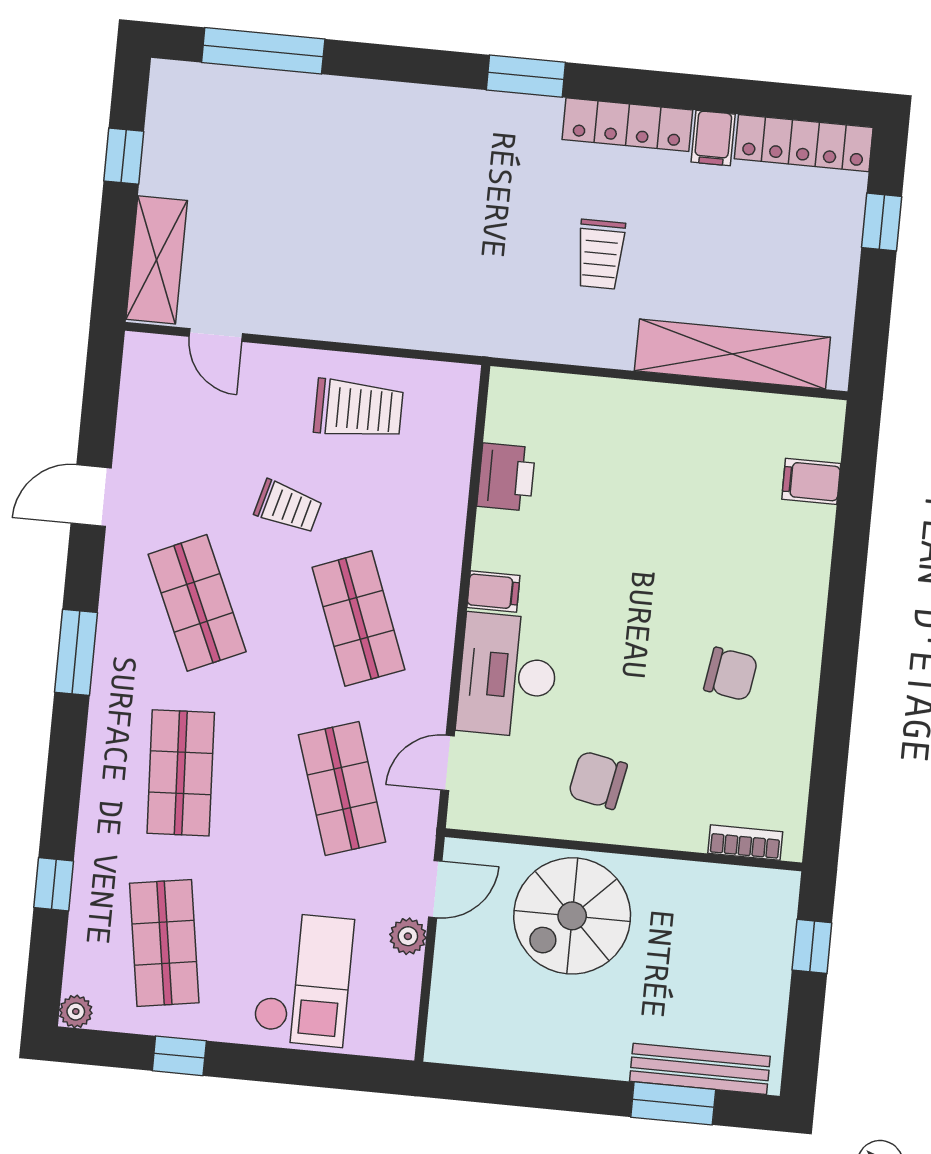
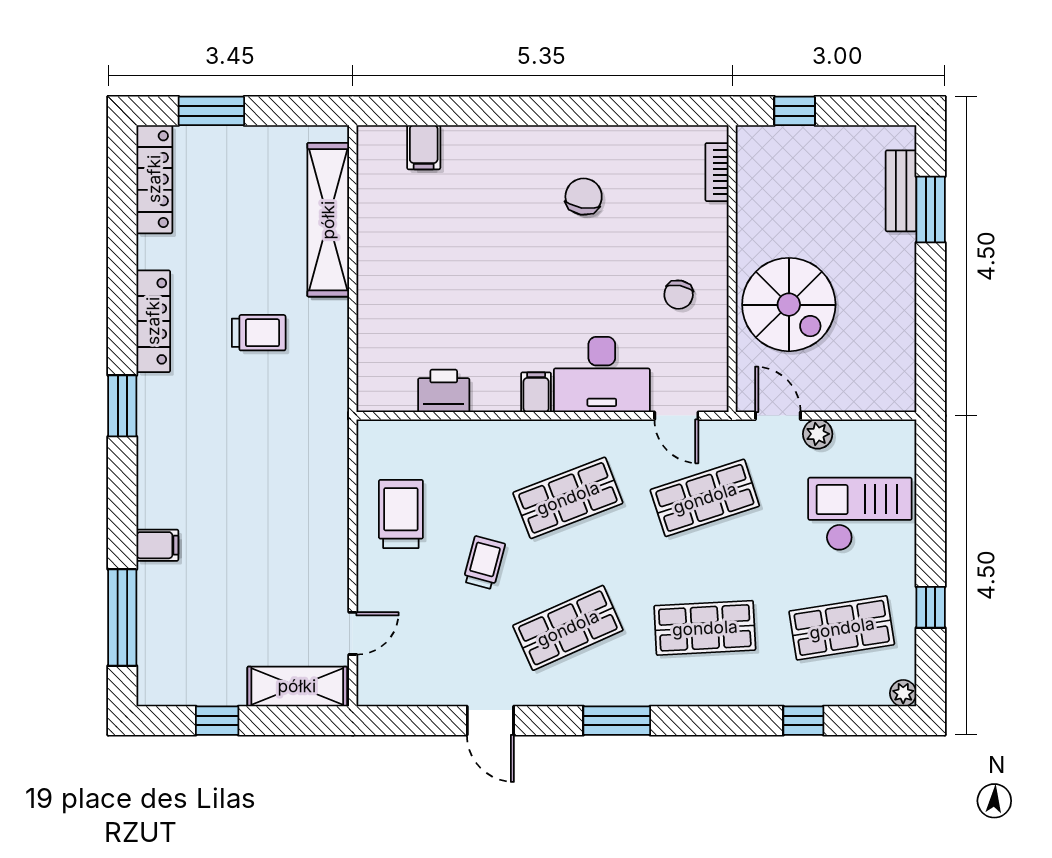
filing cabinet: (713, 138) -> (157, 545), moved
window: (882, 222) -> (211, 111), width x1.50
chair: (598, 780) -> (679, 295), width x0.73, depth x0.73
bench: (700, 1069) -> (901, 191), width x0.73

